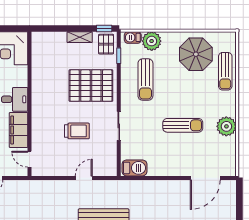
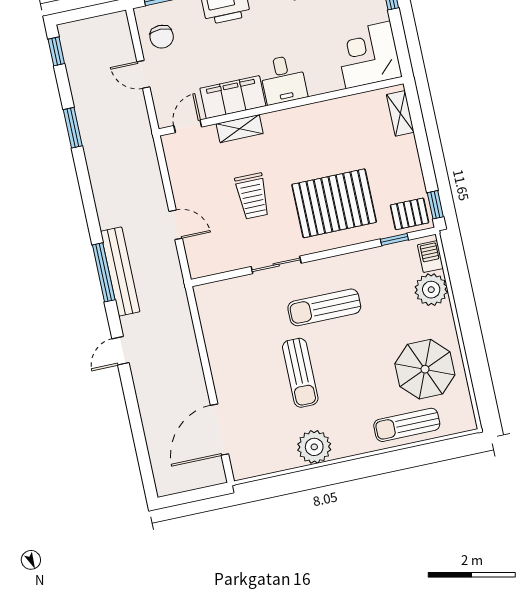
shelving: (80, 37) -> (400, 113), moved
sun lounger: (145, 80) -> (324, 307), moved
pallet: (91, 86) -> (334, 203), turned 90
shelving: (37, 130) -> (240, 129), added
barbecue: (135, 168) -> (211, 307), removed
door: (205, 178) -> (220, 430), hinge flipped

